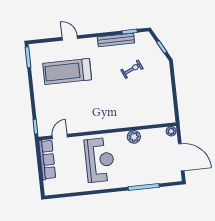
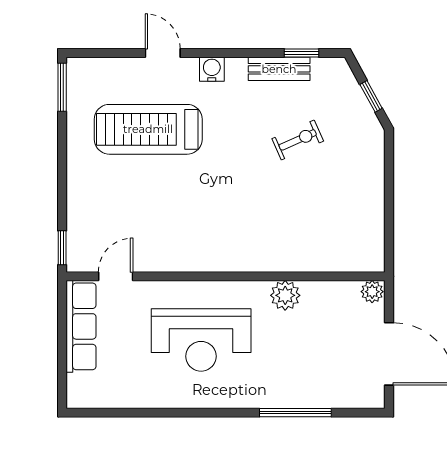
bench: (116, 40) -> (279, 69), width x0.73
water cooler: (92, 43) -> (212, 69), added
reception desk: (100, 160) -> (201, 340), turned 90

